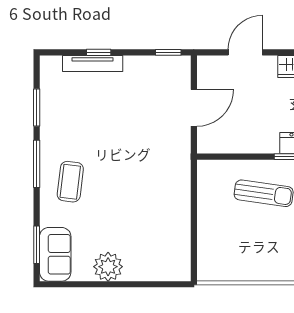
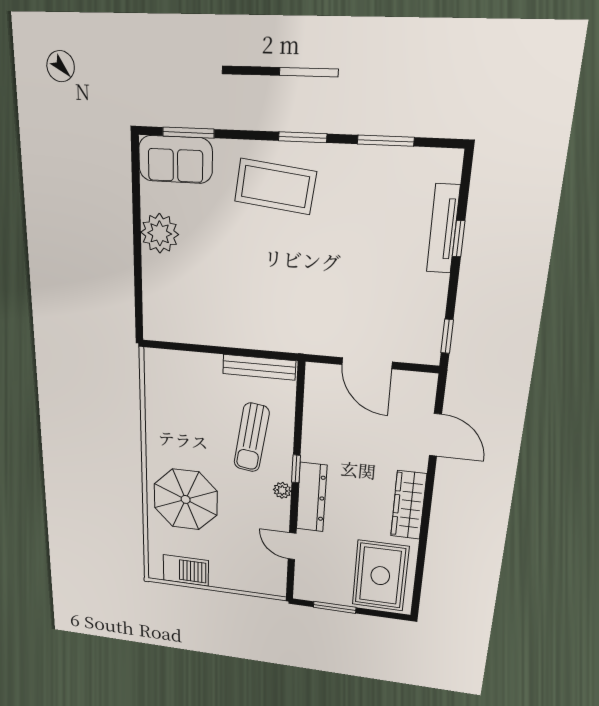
window: (37, 164) -> (303, 137), width x0.69
coffee table: (70, 182) -> (275, 187), width x1.36, depth x1.32
bench: (205, 189) -> (259, 367), added

